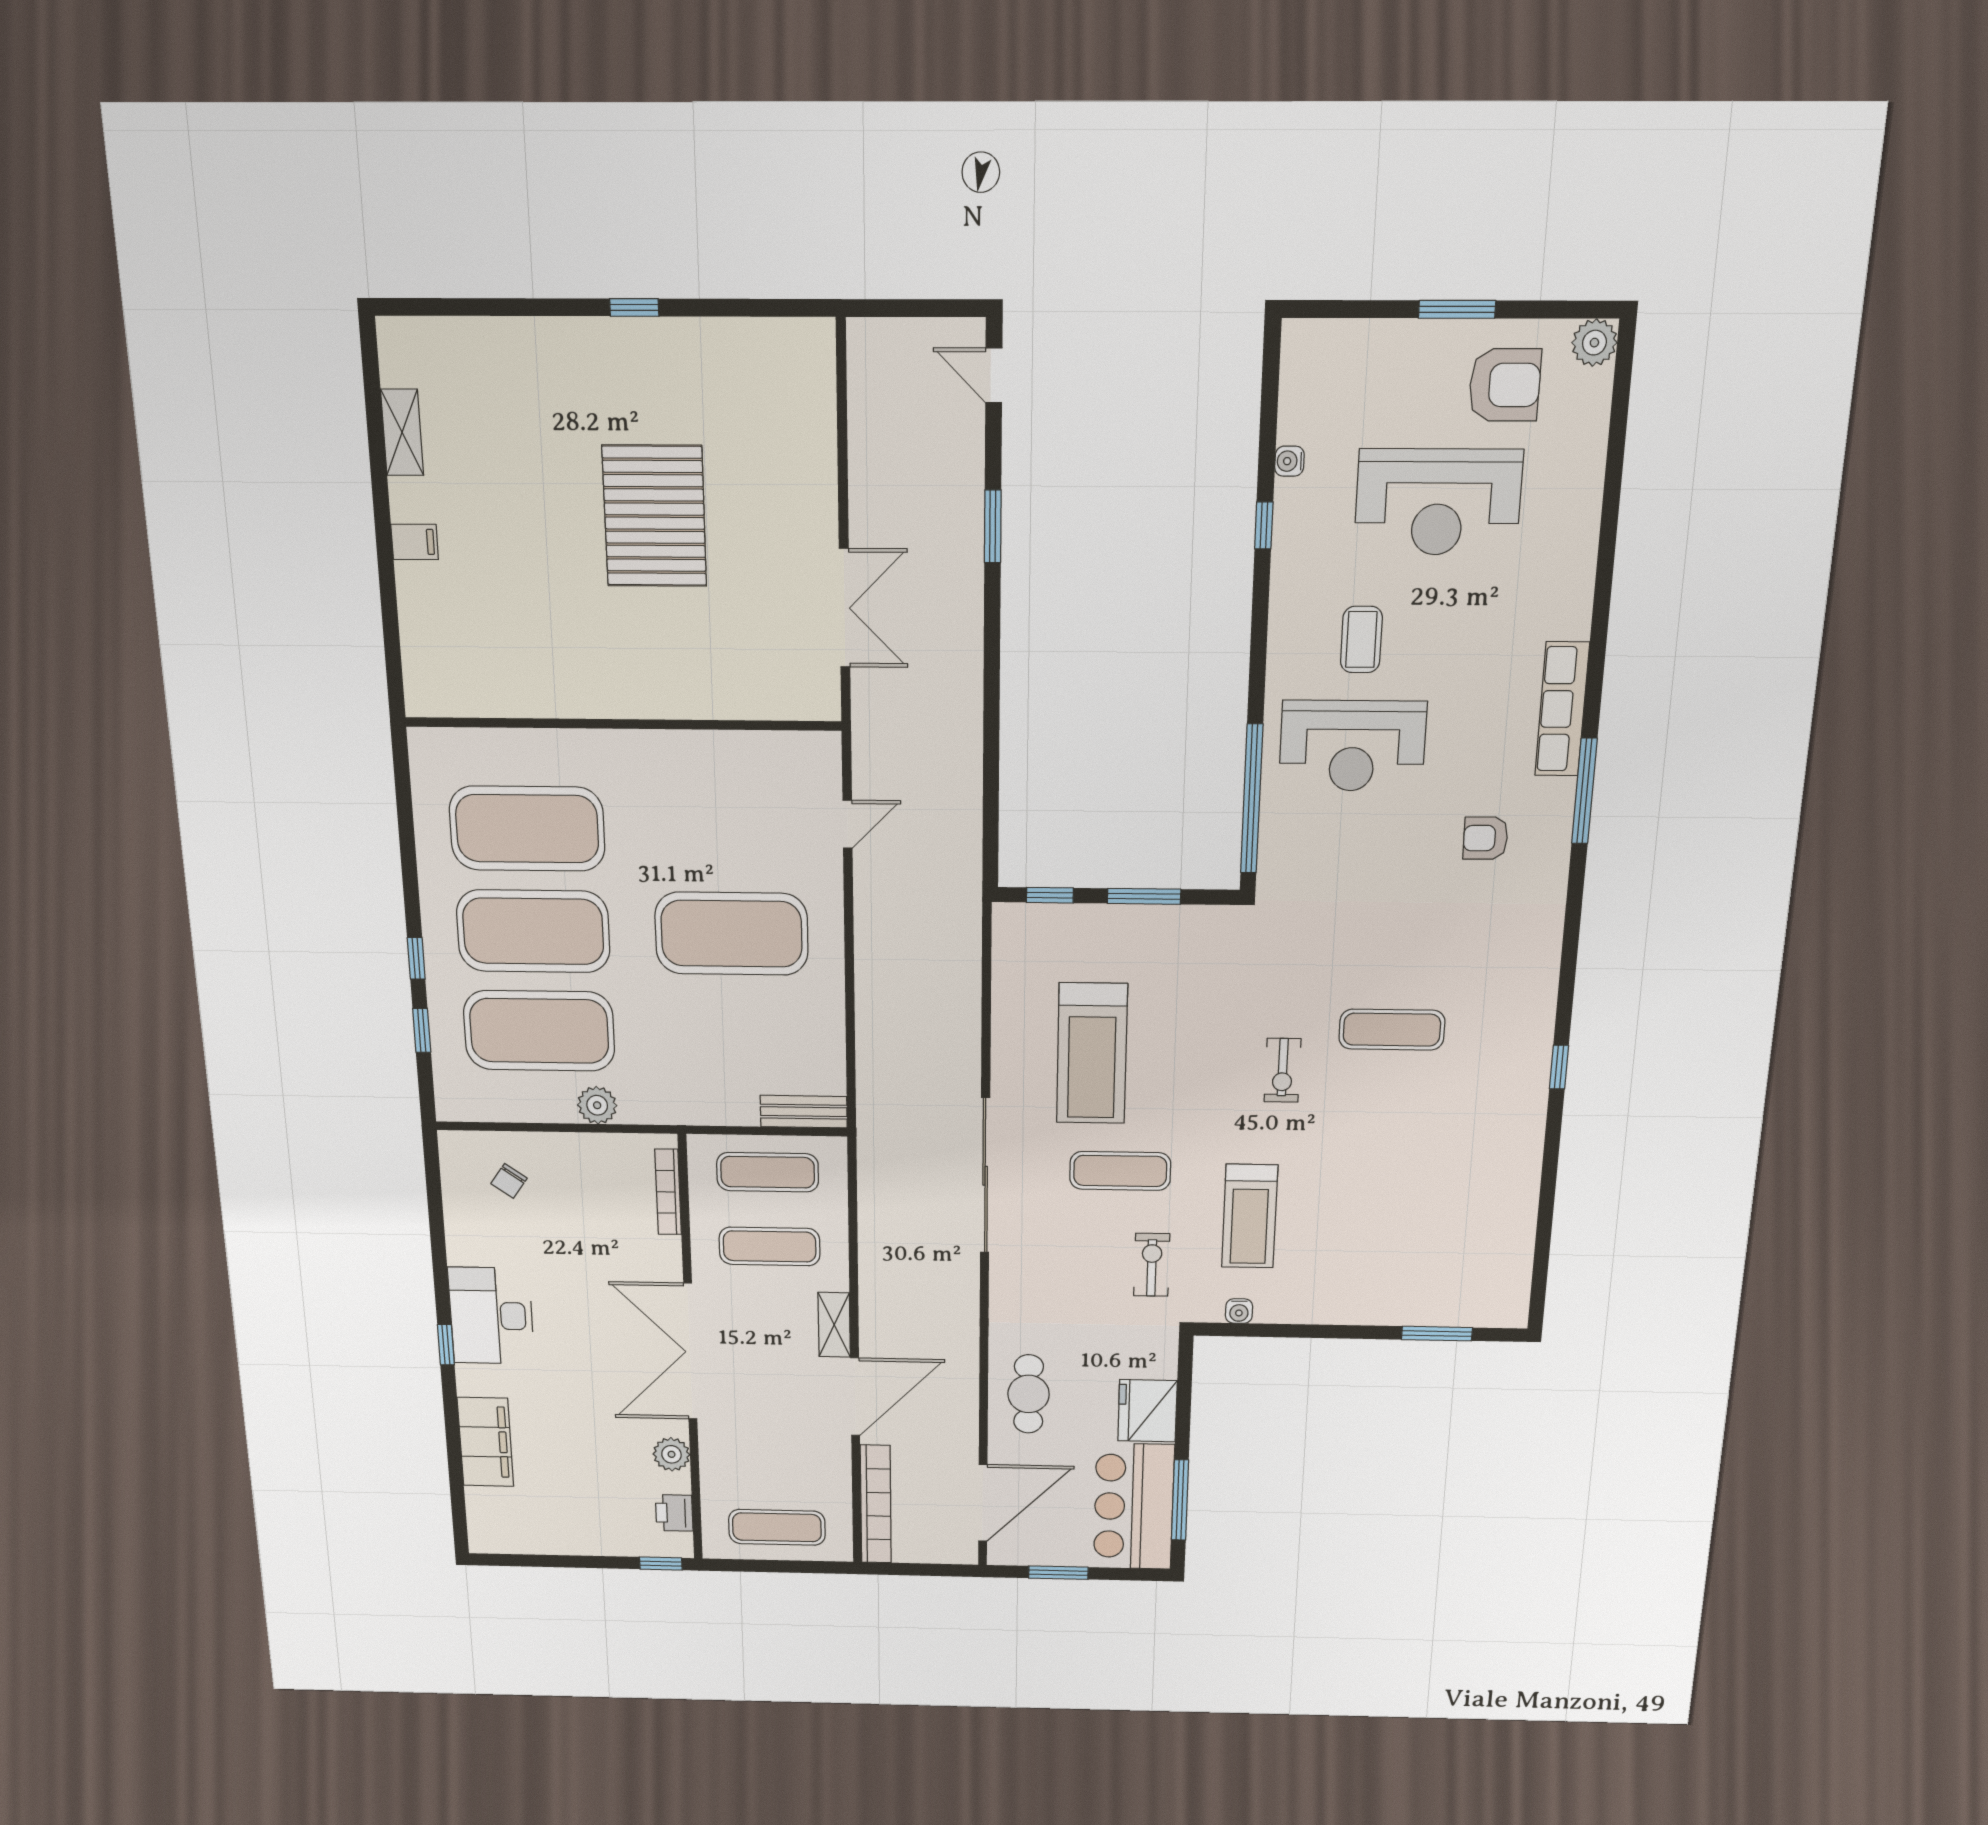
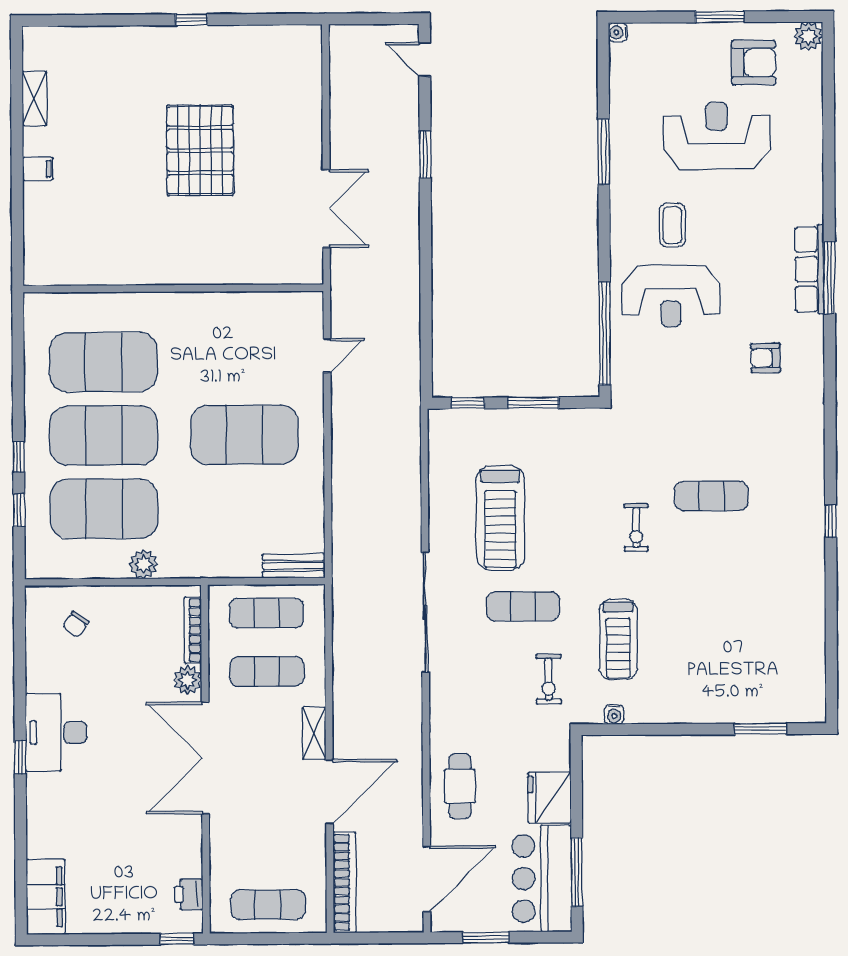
water cooler: (1289, 461) -> (618, 32), moved
reception desk: (1438, 502) -> (717, 136), turned 180
window: (1264, 525) -> (604, 152), width x2.17
window: (1584, 791) -> (829, 278), moved
exercise bike: (1152, 1265) -> (549, 679), turned 180
filing cabinet: (485, 1442) -> (46, 897), moved
plant: (671, 1454) -> (187, 680), moved

